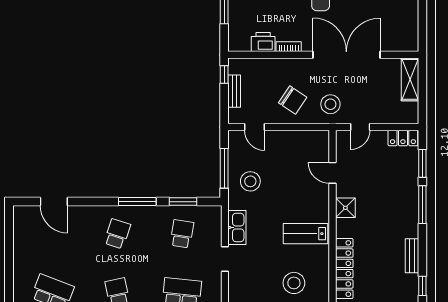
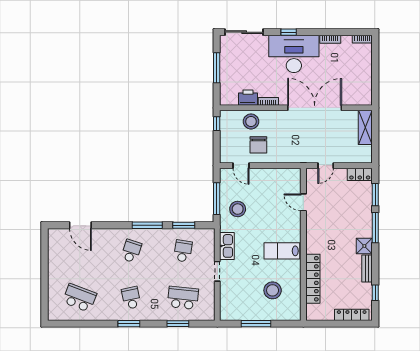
bench: (234, 91) -> (225, 137), removed
chair: (293, 100) -> (258, 145), moved, turned 56
stool: (330, 104) -> (251, 121), moved
shower: (345, 208) -> (364, 246), moved

